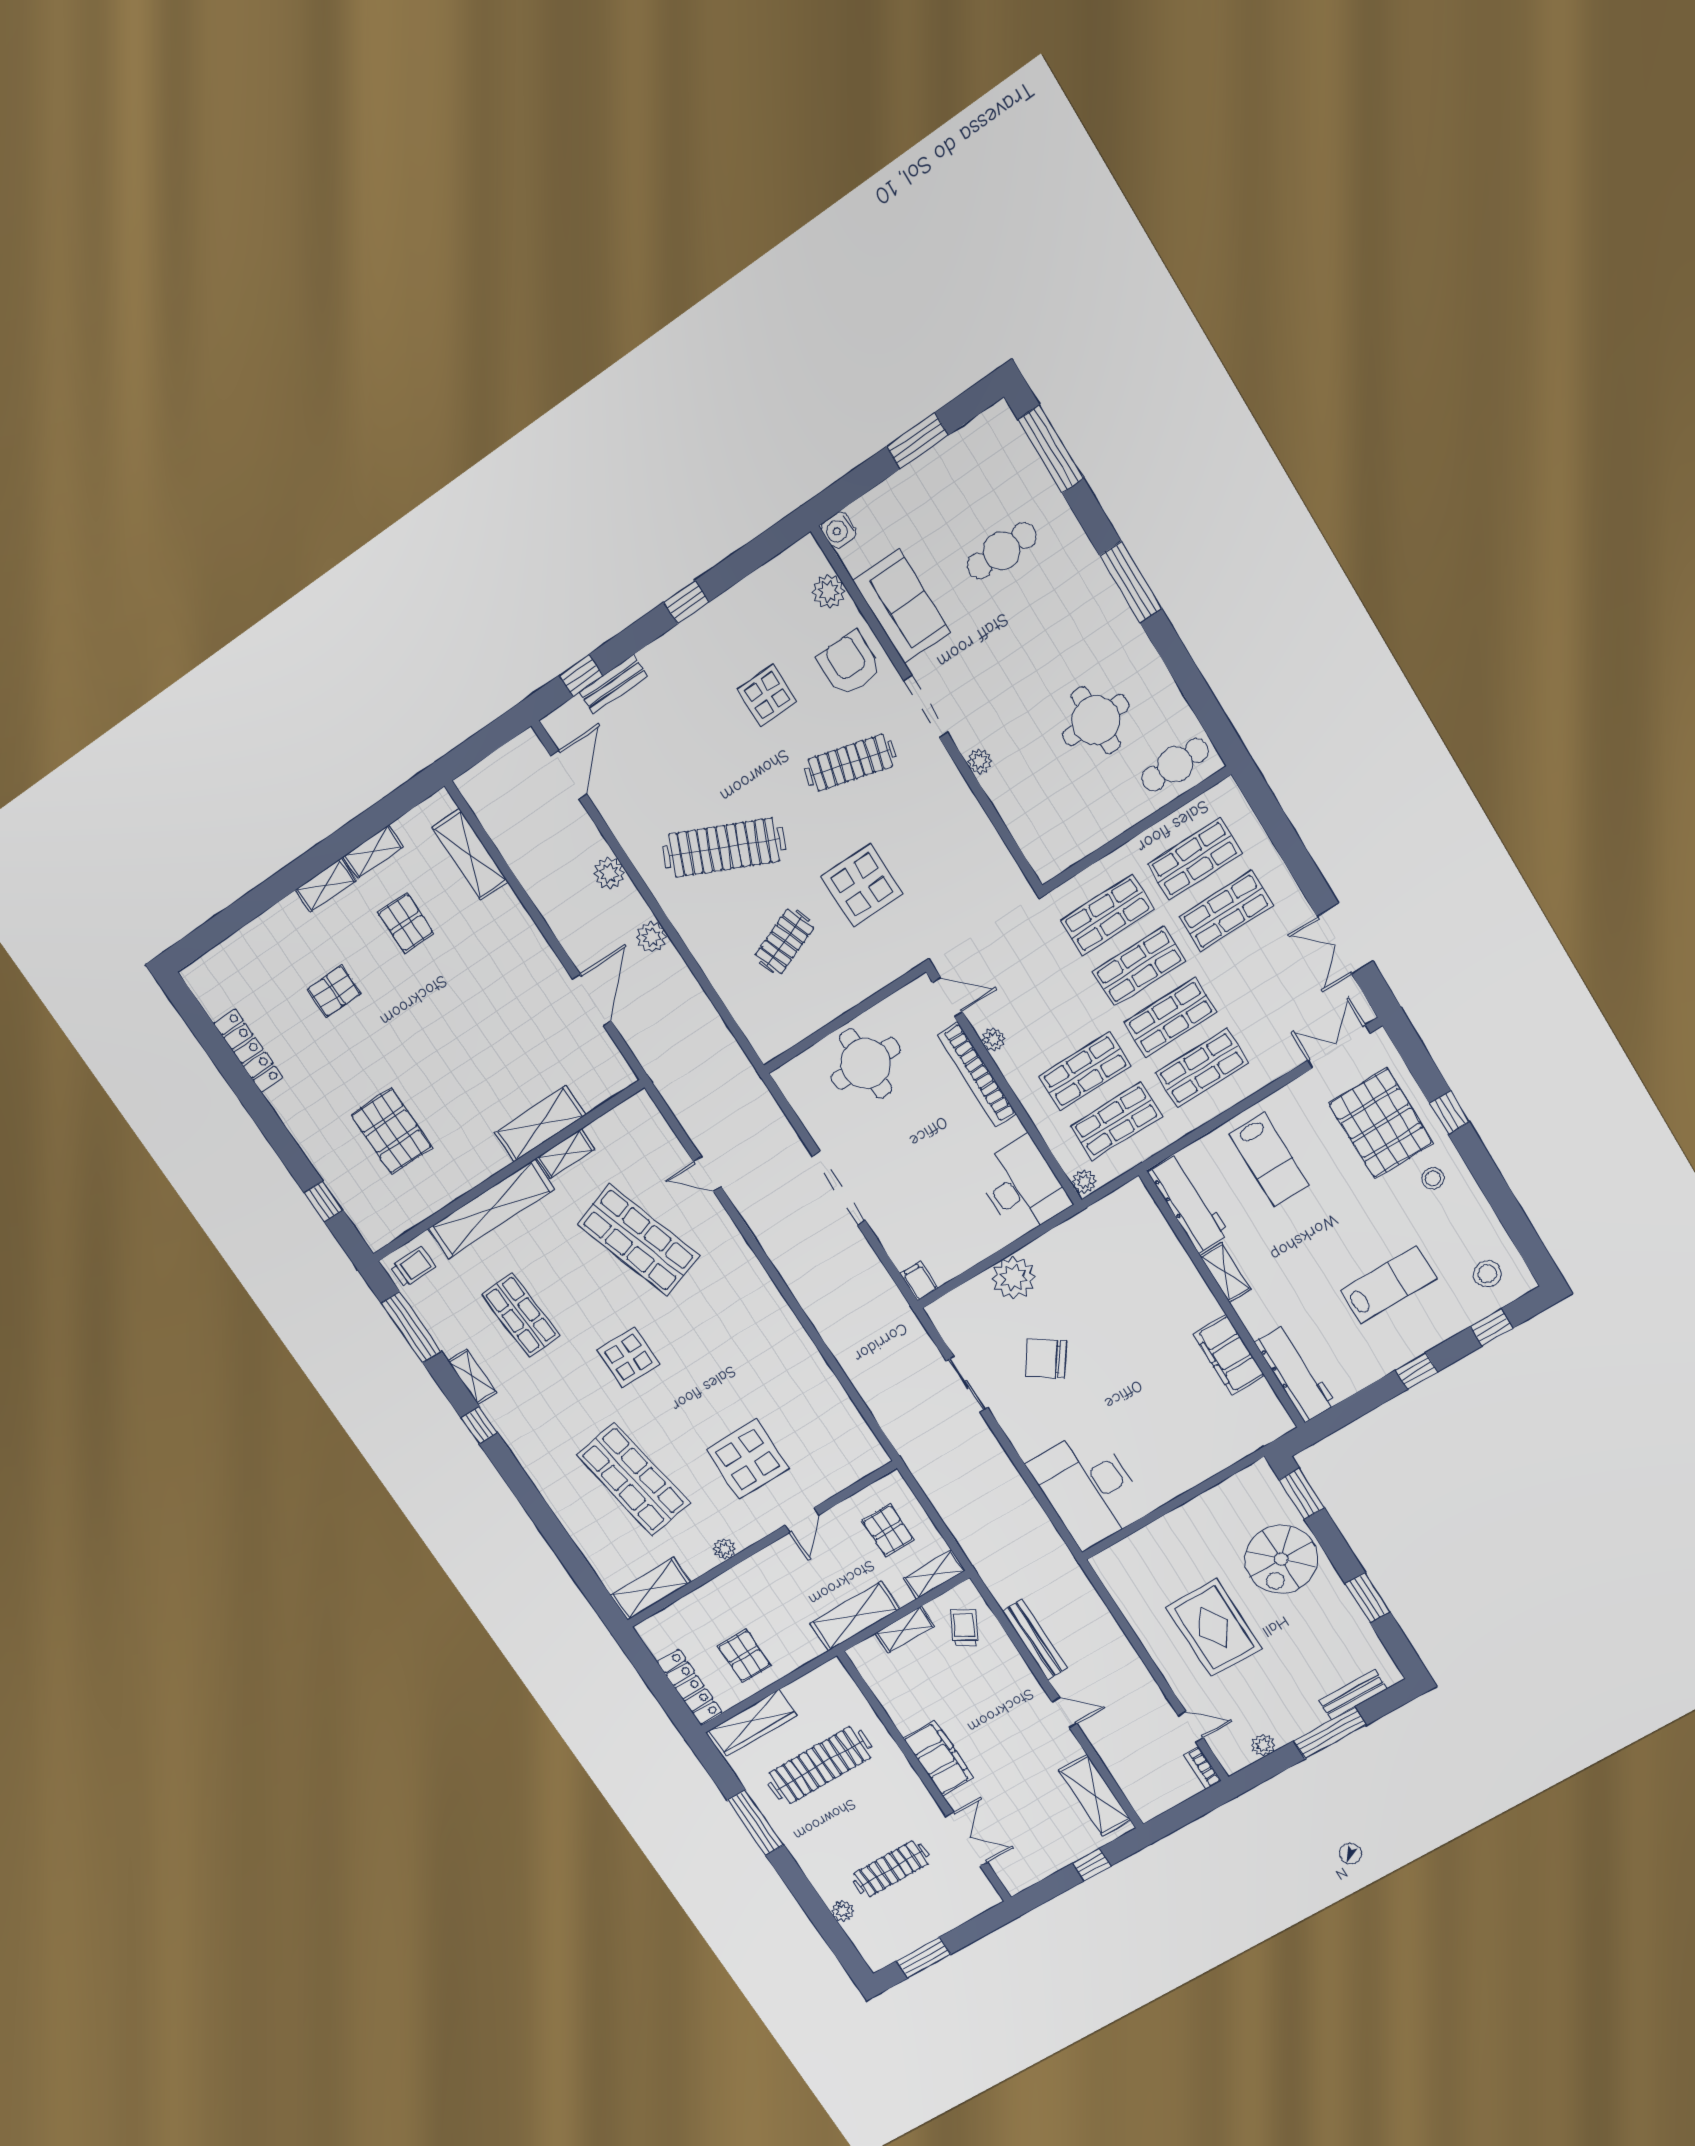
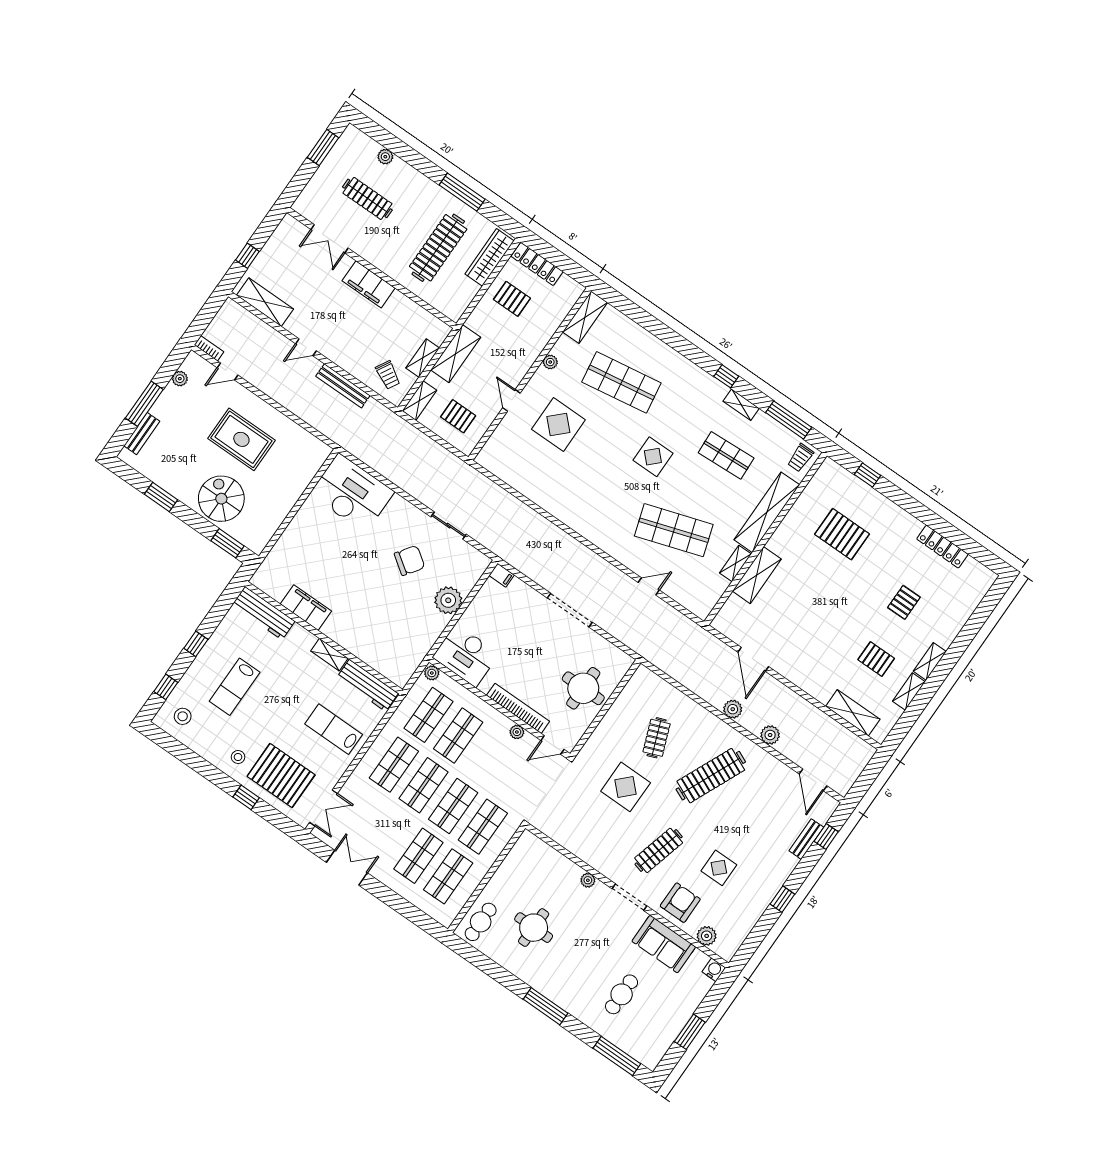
armchair: (849, 664) -> (680, 903), turned -90
clothes rail: (891, 1869) -> (367, 198), turned 90

